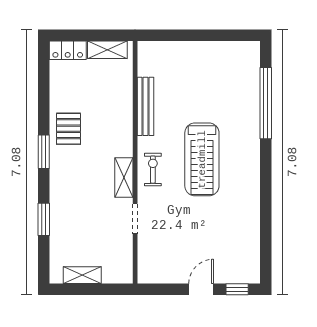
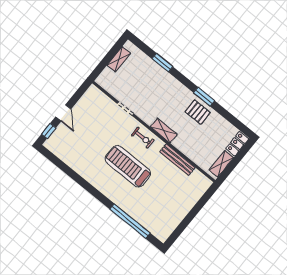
window: (44, 152) -> (204, 97), moved
shelving: (124, 177) -> (164, 131), moved

